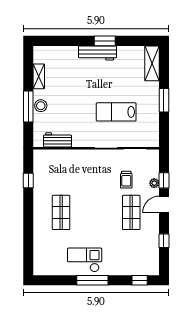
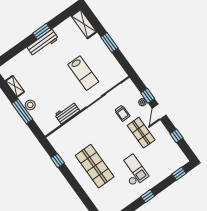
lab bench: (116, 112) -> (83, 73), turned -90
workbench: (57, 140) -> (67, 113), moved
shop shelf: (61, 212) -> (95, 166), width x1.43, depth x1.36
checkout: (85, 260) -> (133, 171), moved, turned 90
window: (92, 280) -> (148, 196), width x0.46

